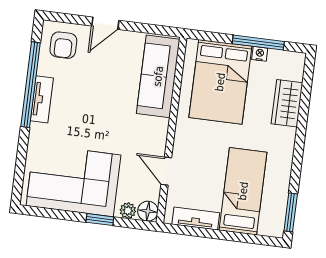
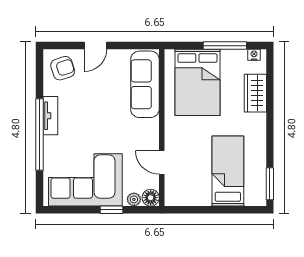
armchair: (63, 45) -> (63, 68), turned -108
nightstand: (260, 54) -> (254, 55), moved
window: (31, 85) -> (39, 134), moved
tv unit: (196, 219) -> (191, 199), removed

